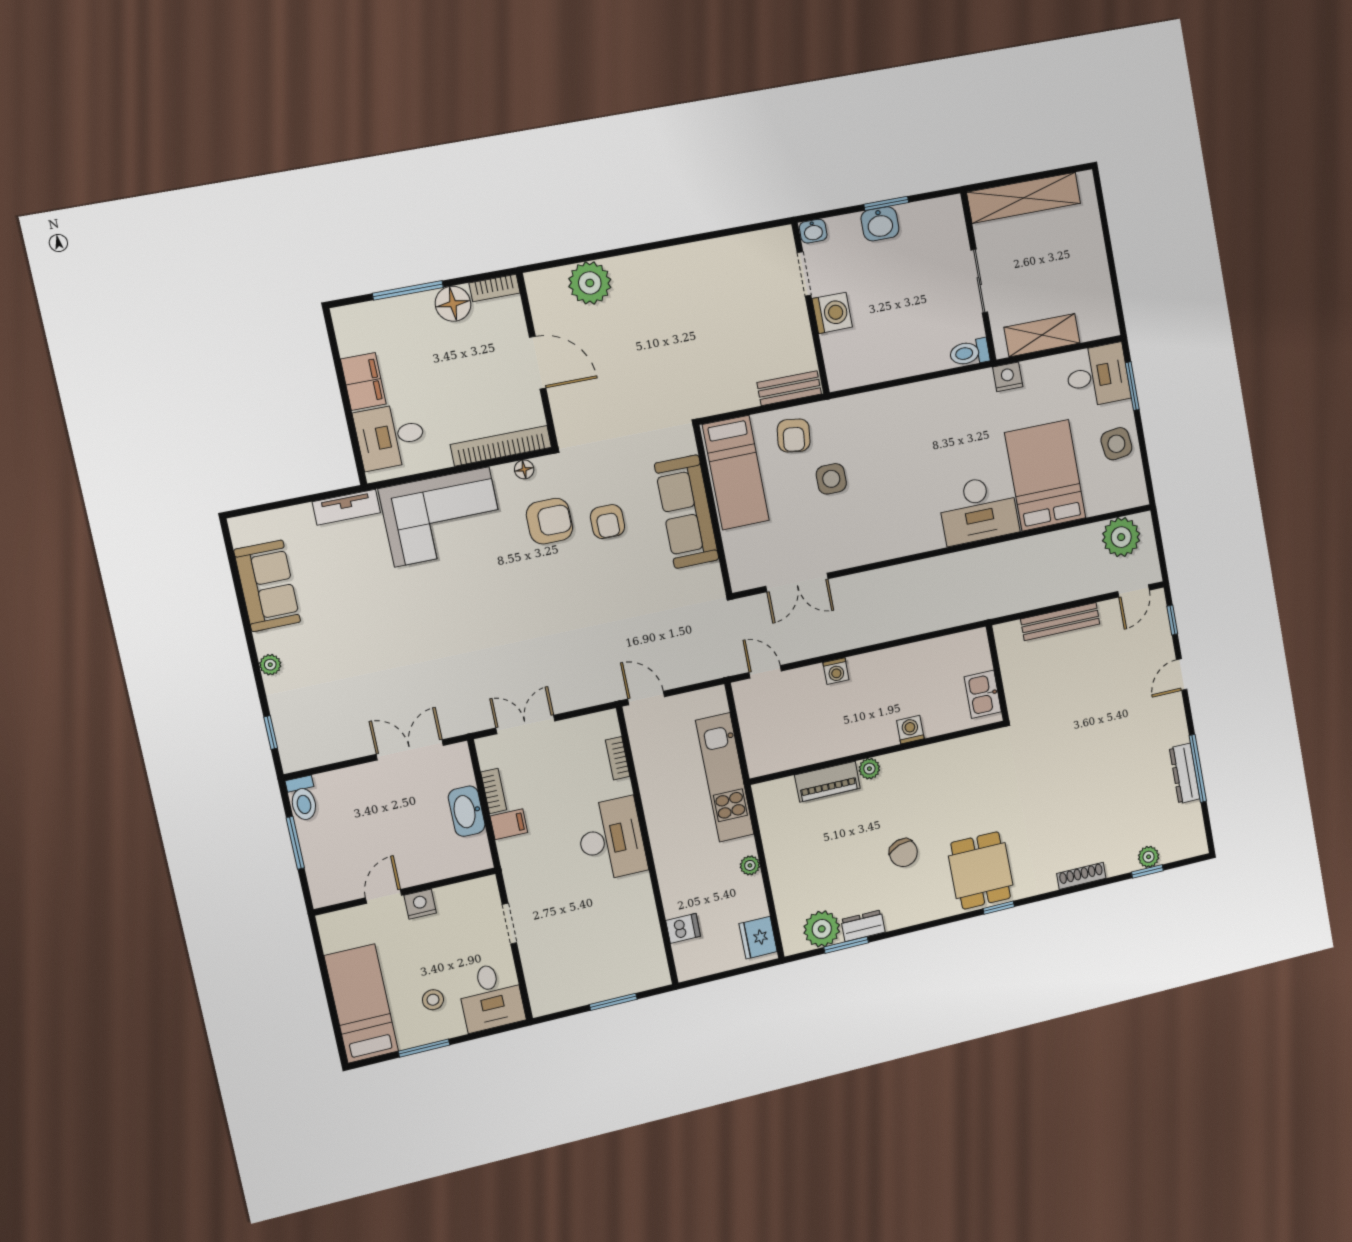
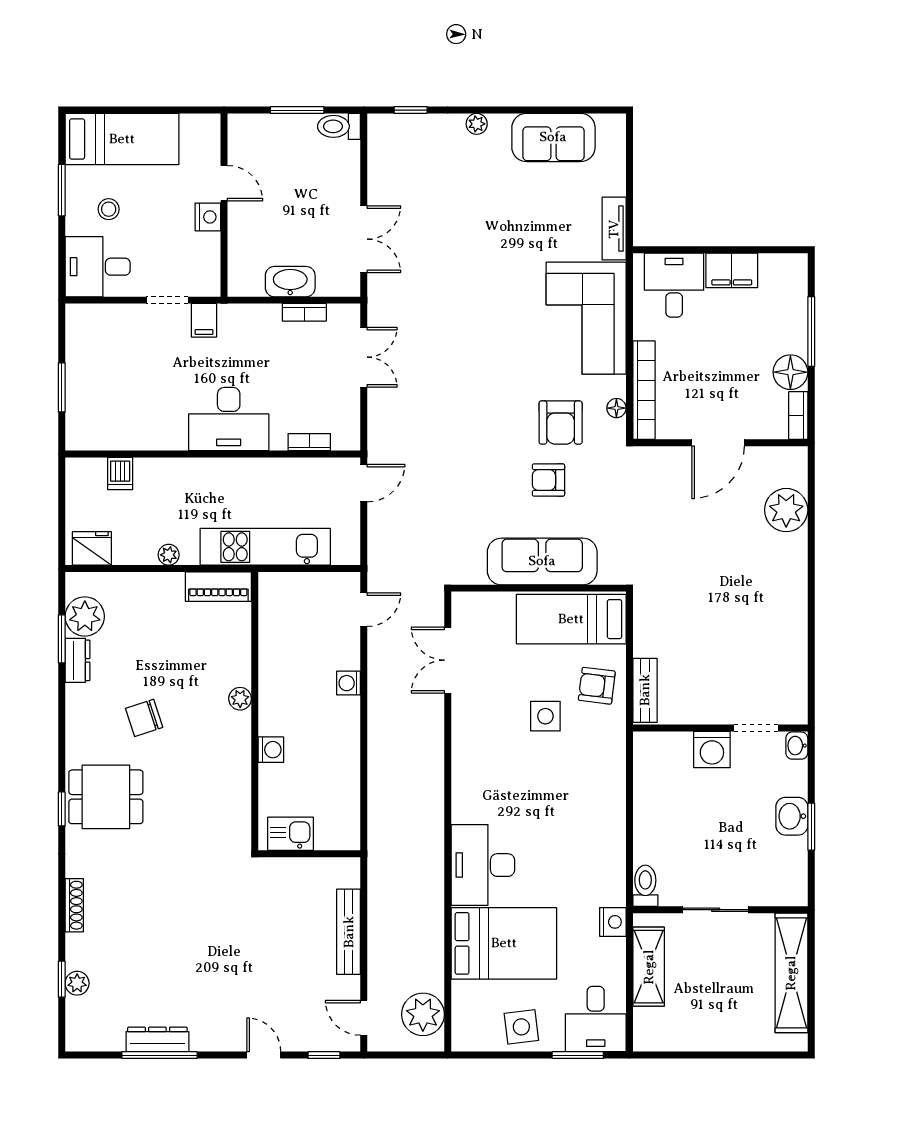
piano: (827, 782) -> (218, 587), moved, turned -90
filing cabinet: (509, 824) -> (204, 320), moved

